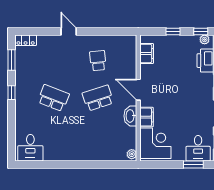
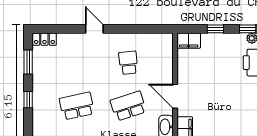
filing cabinet: (147, 53) -> (189, 41), moved, turned 90
school desk: (53, 98) -> (77, 106), turned -33

